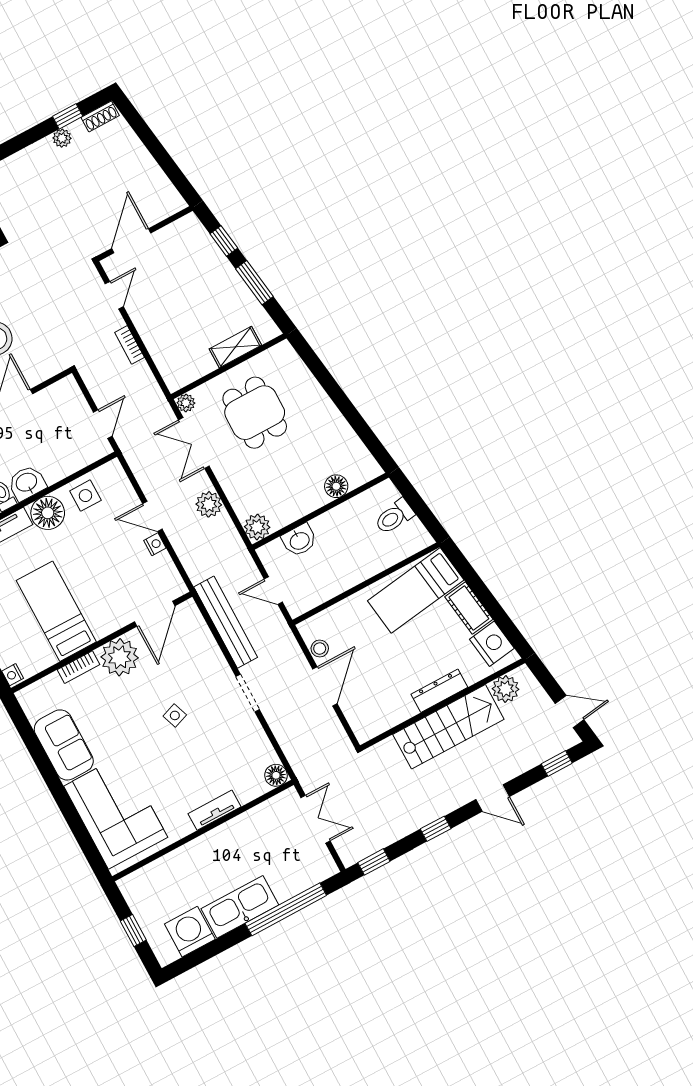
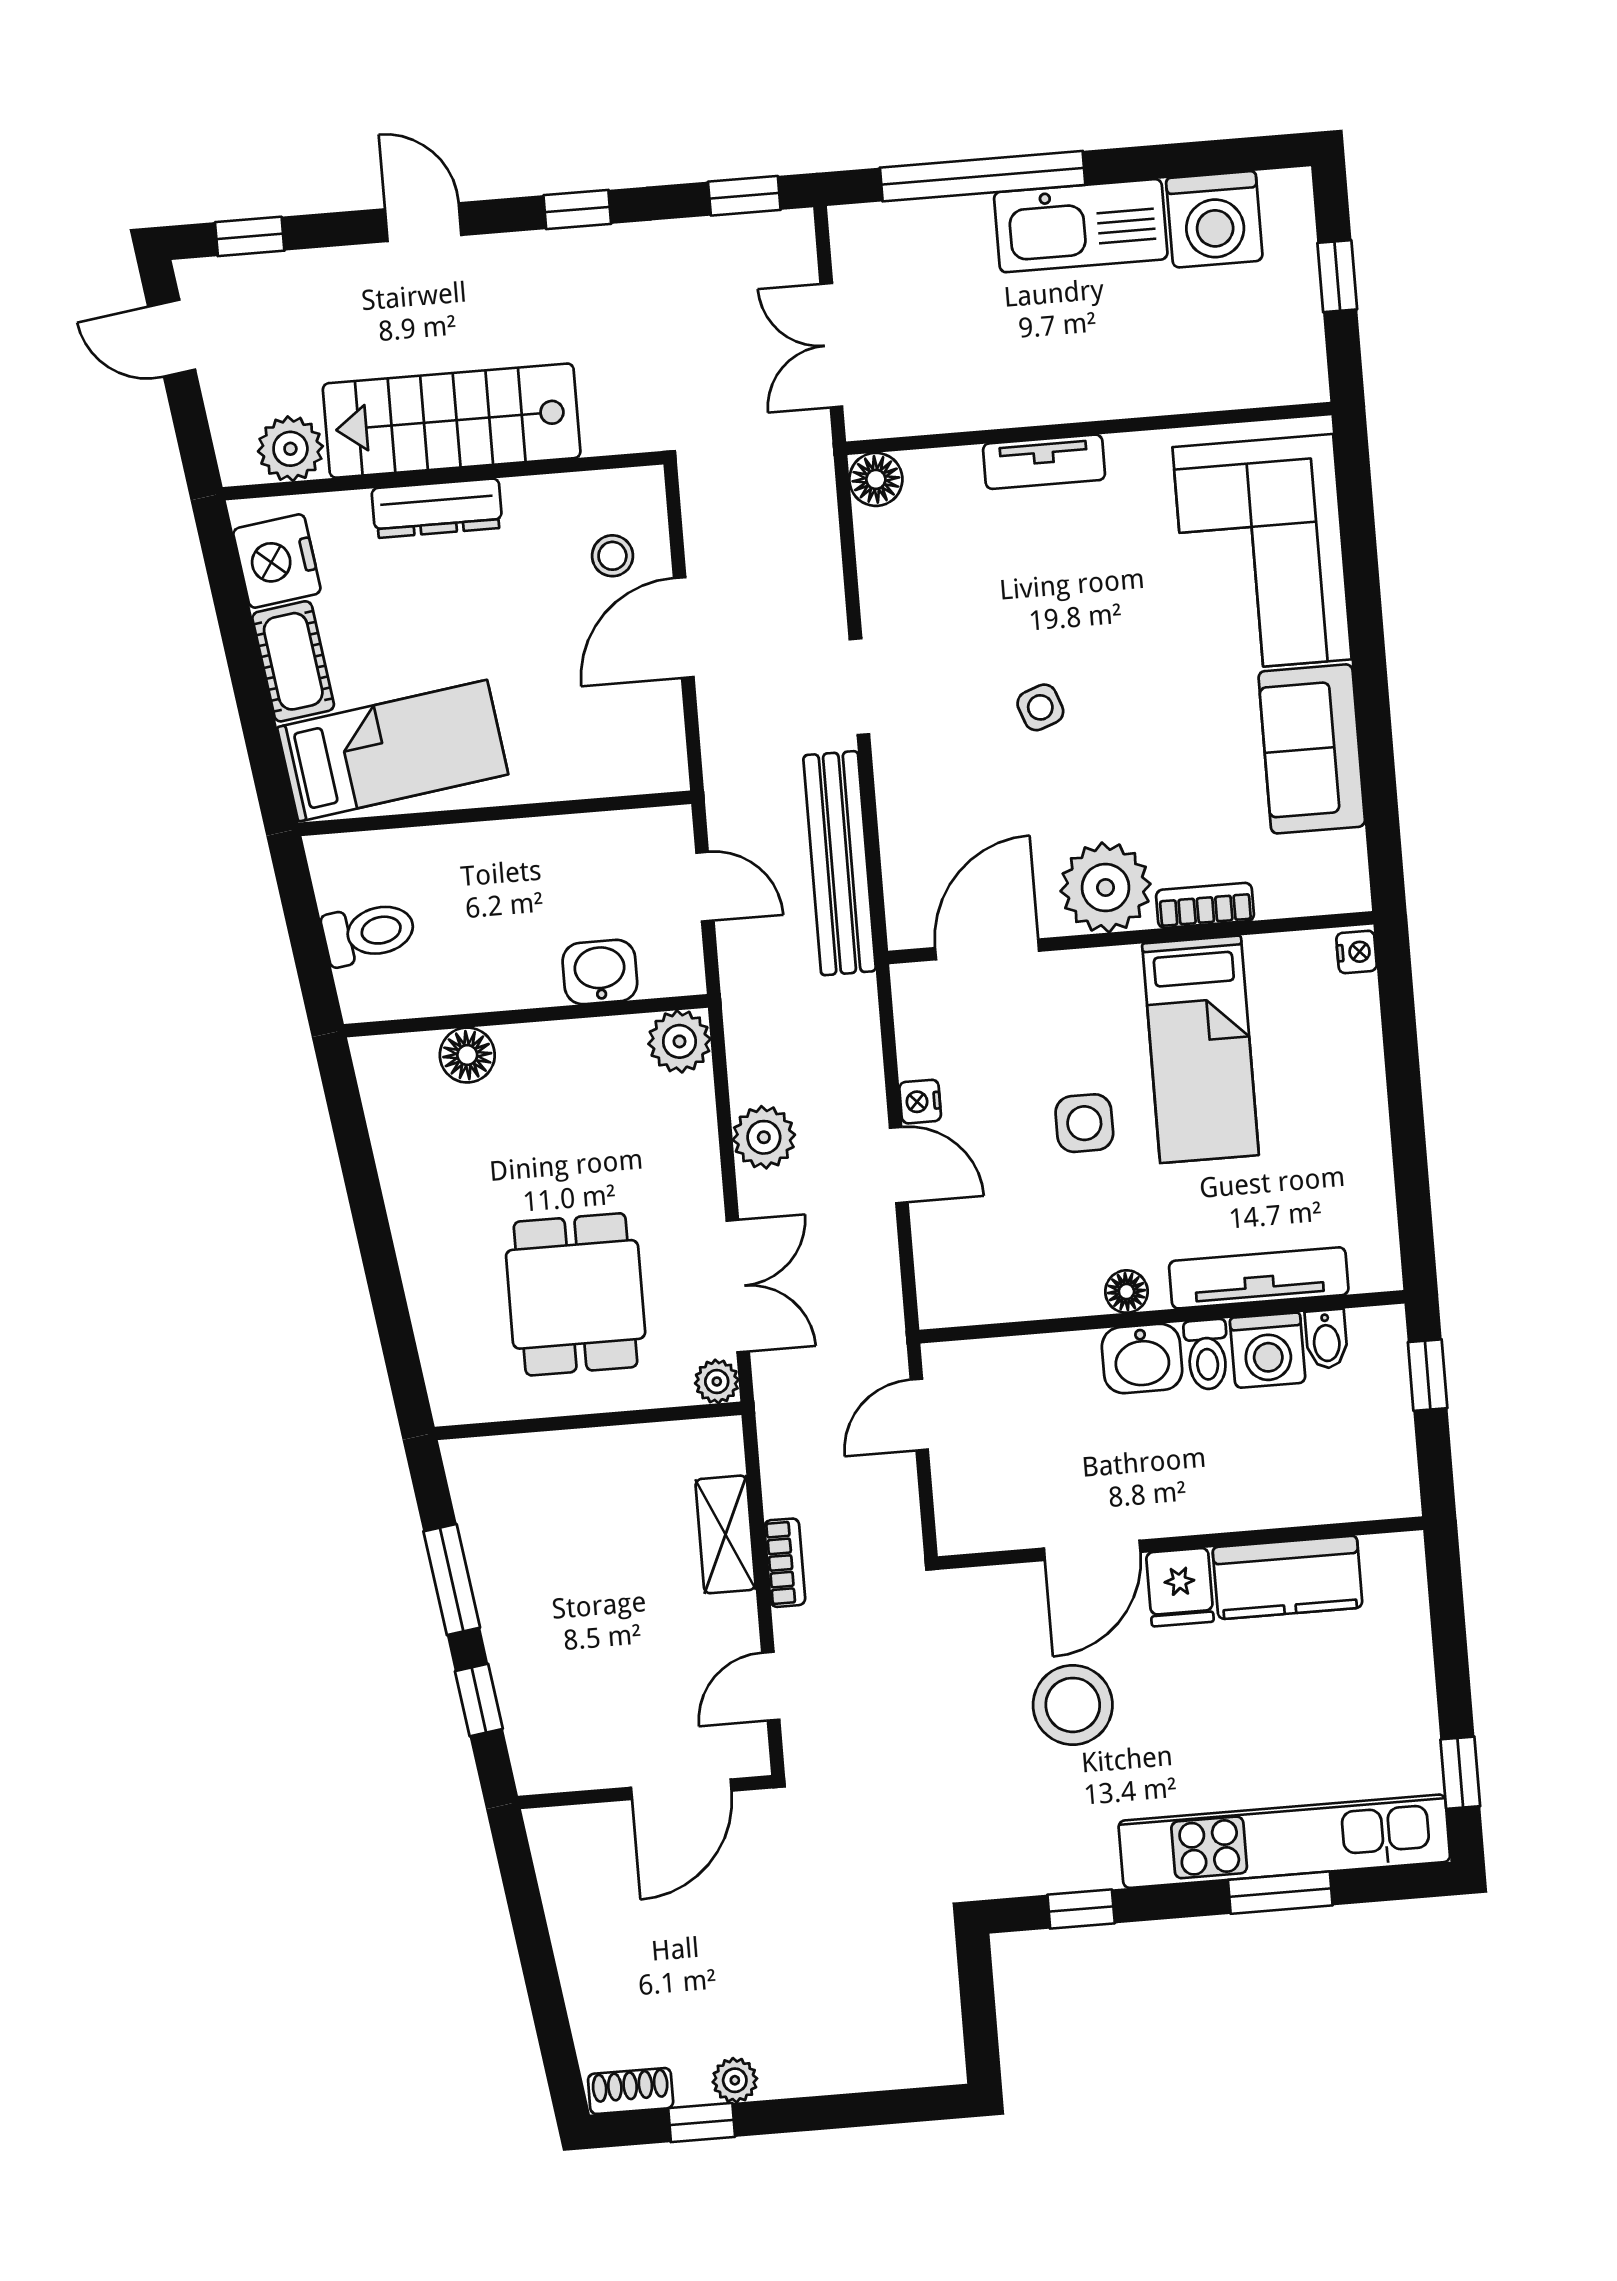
shelving: (235, 347) -> (725, 1534), moved, turned 90
side table: (85, 496) -> (1084, 1123), moved
floor lamp: (48, 513) -> (1126, 1292), width x0.53, depth x0.53
stool: (320, 649) -> (612, 556), moved

